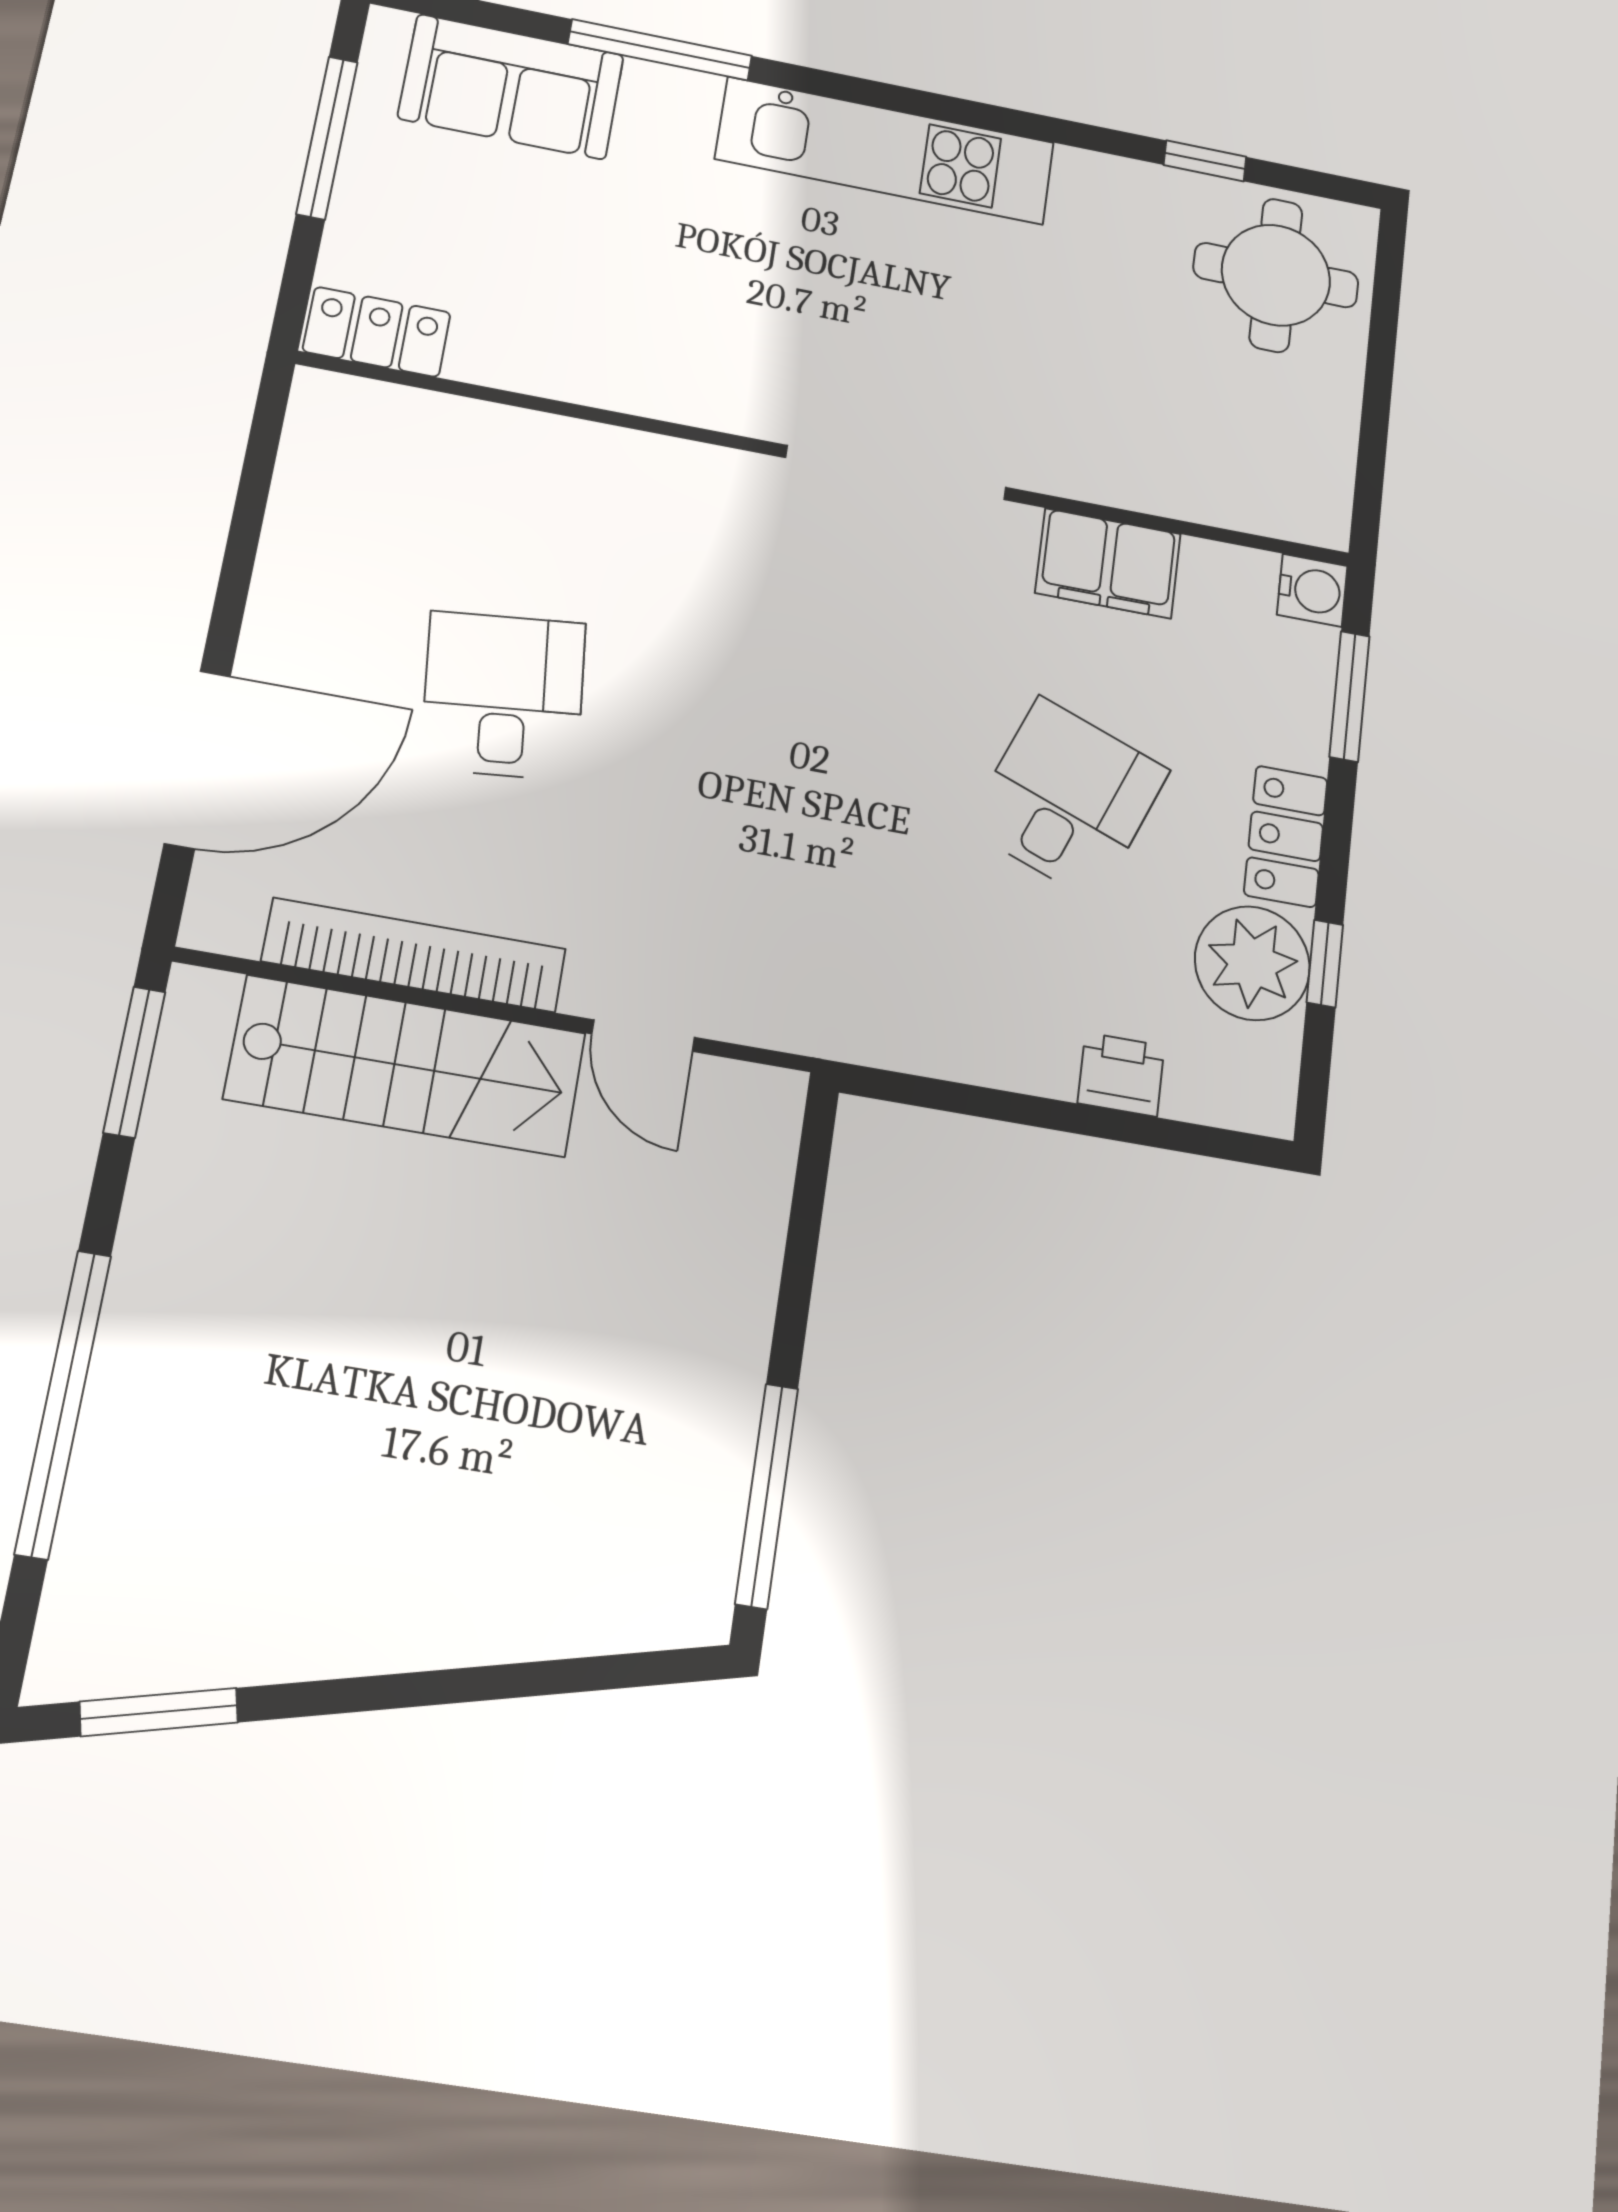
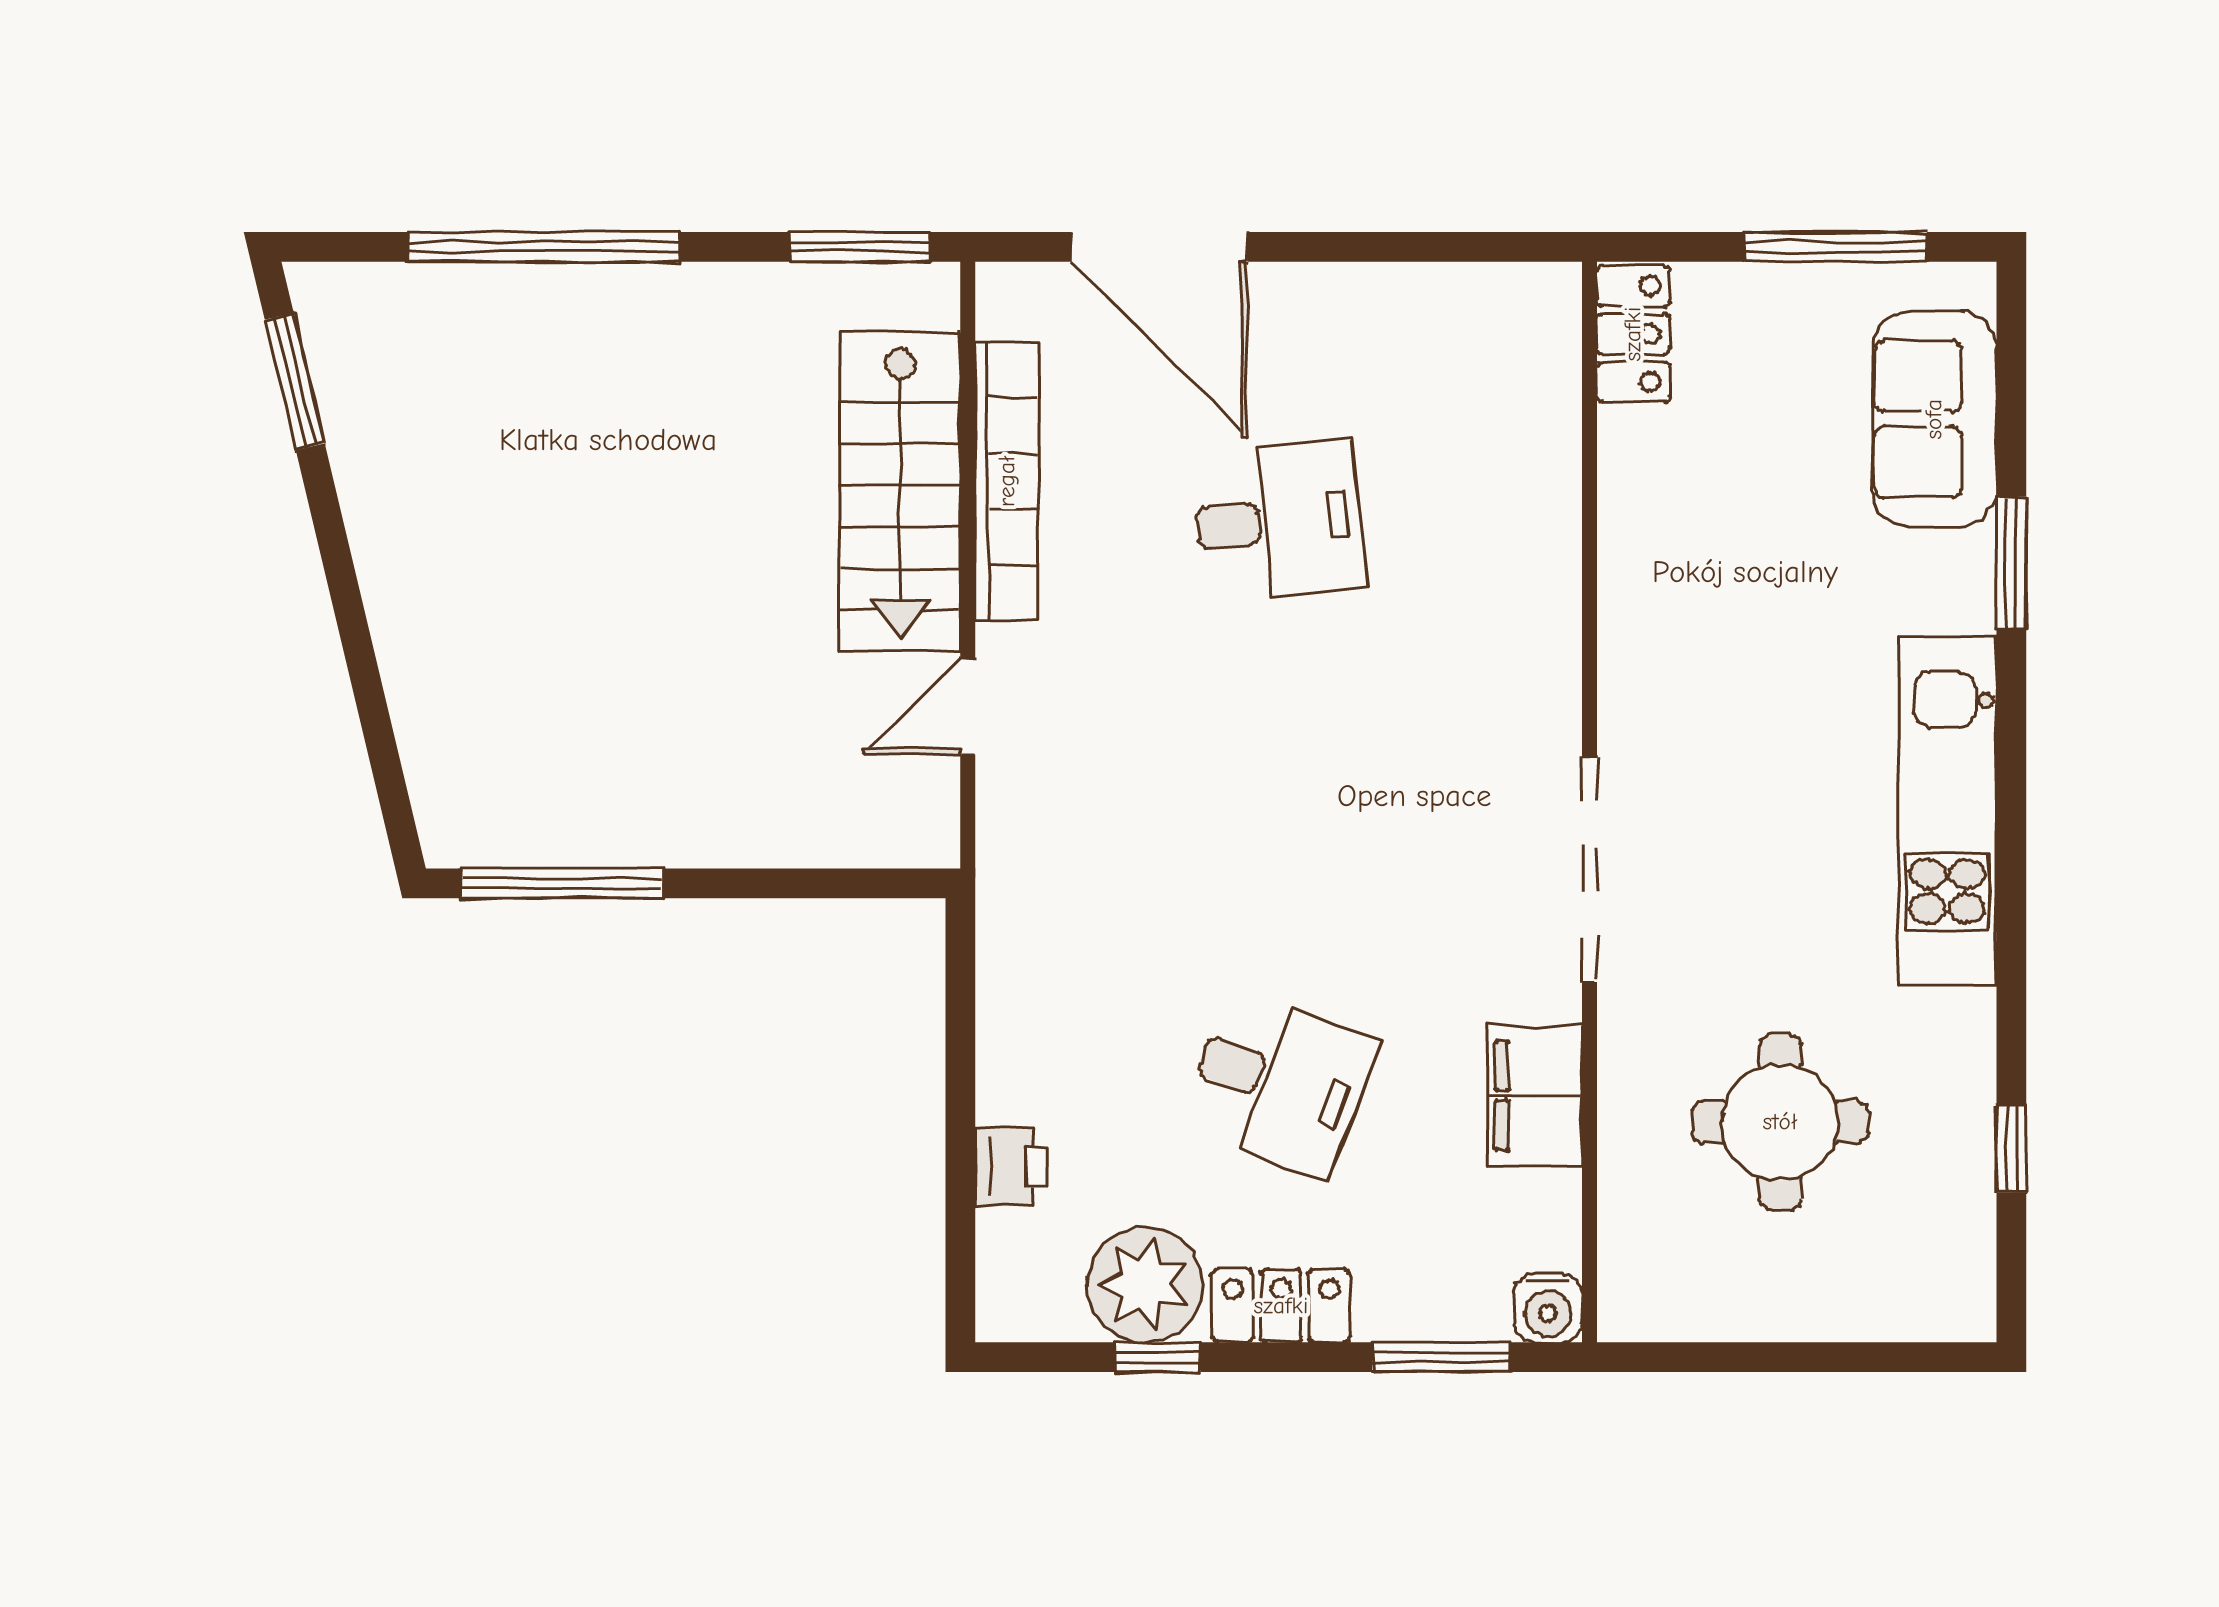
window: (660, 50) -> (2011, 563), width x0.69
round table: (1276, 275) -> (1780, 1122), moved

